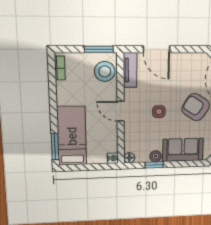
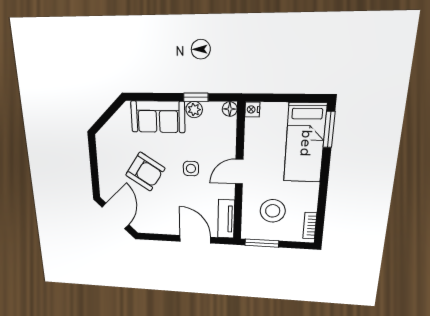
stool: (105, 71) -> (273, 211), moved
door: (121, 111) -> (239, 172), swing flipped

